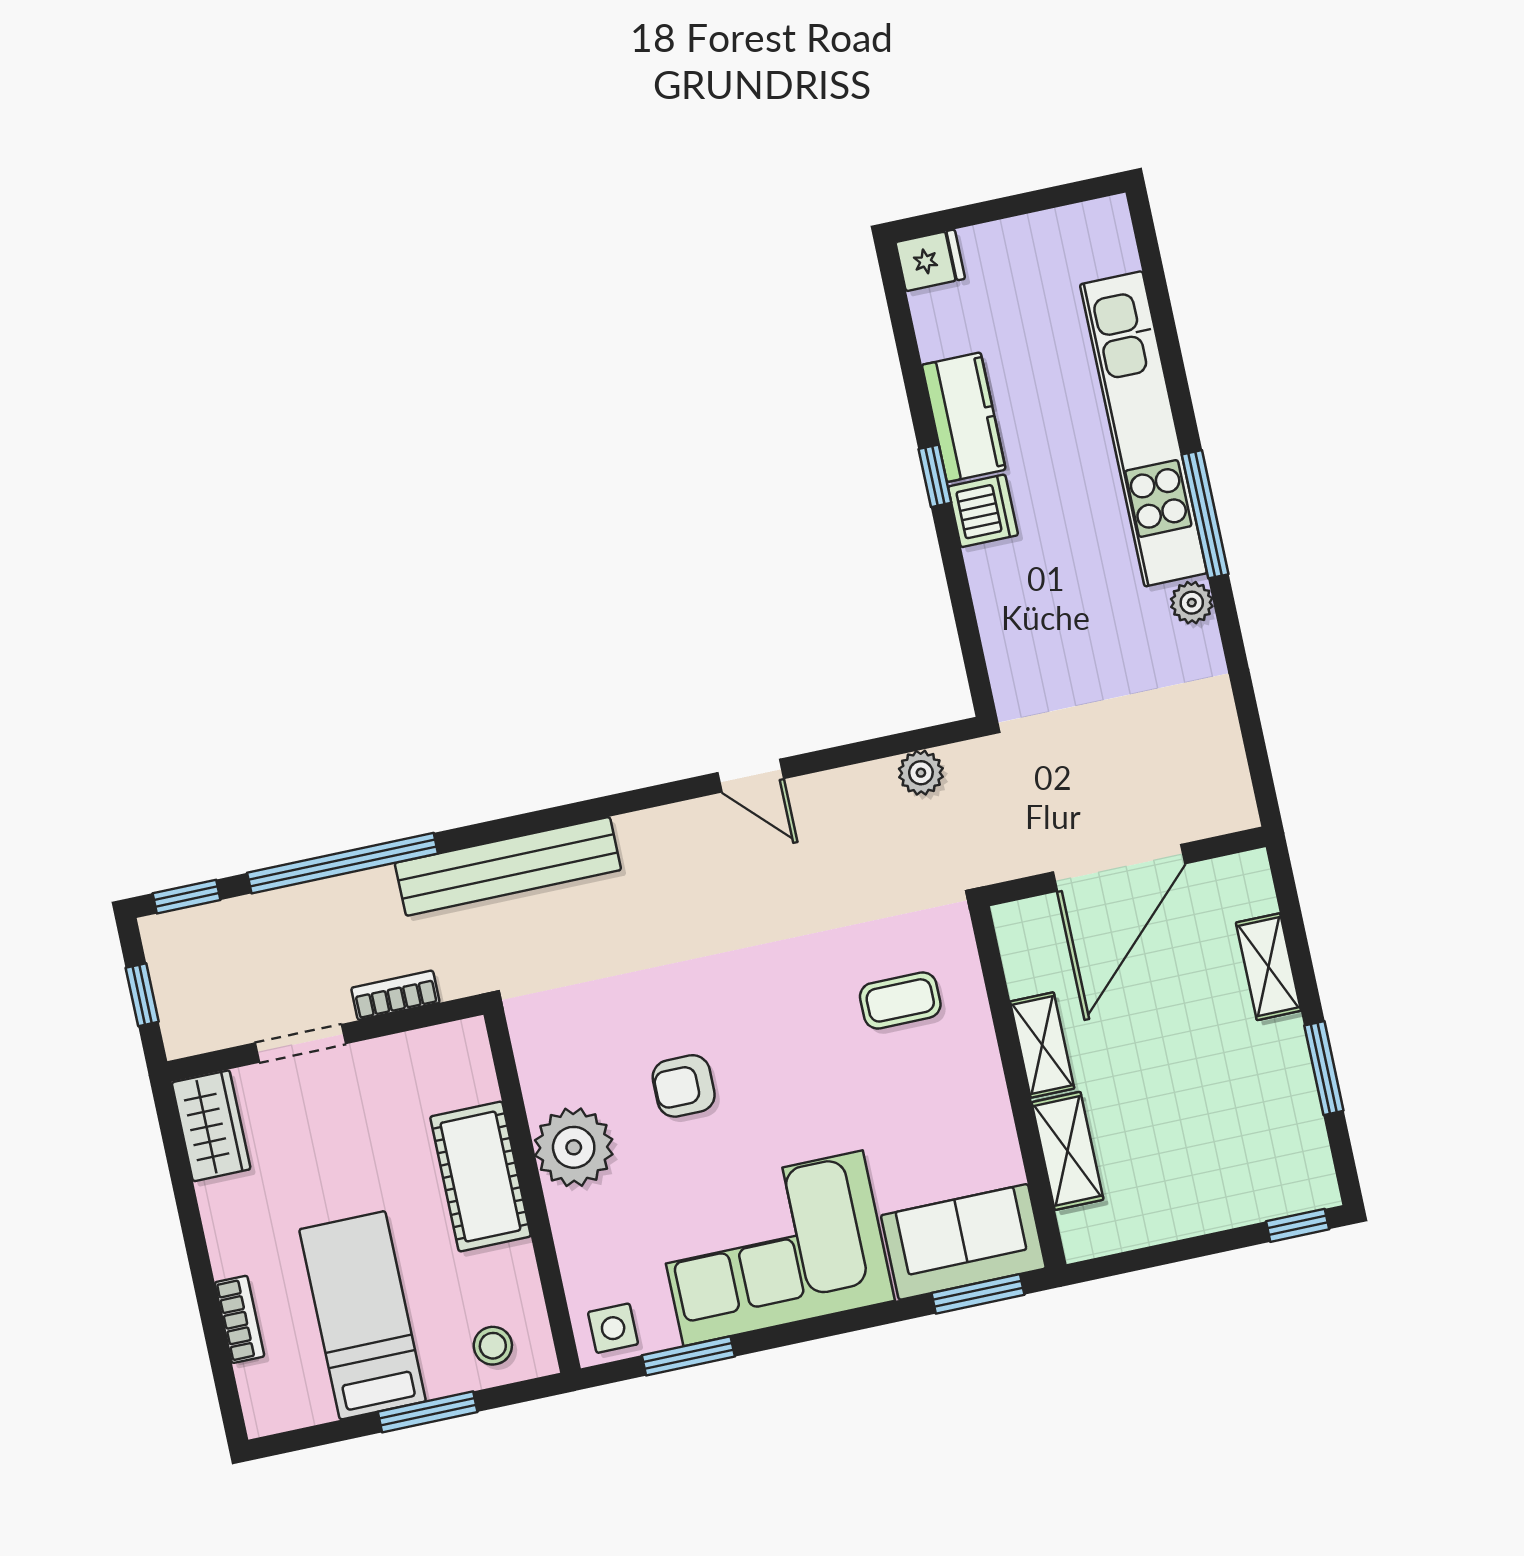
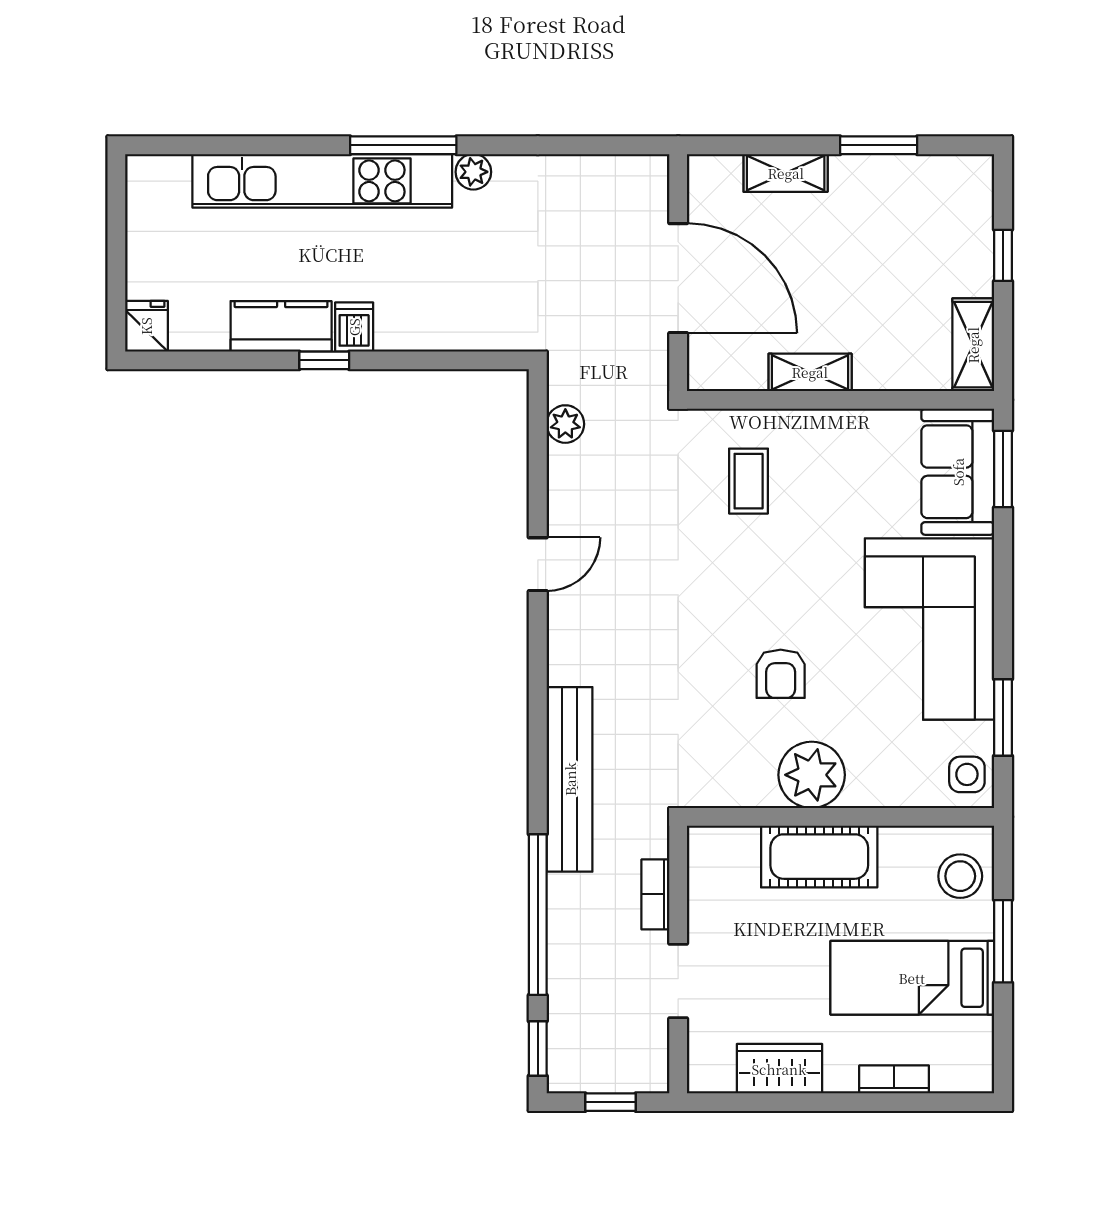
dishwasher: (983, 511) -> (354, 327), width x0.73
wardrobe: (211, 1126) -> (779, 1069), moved
shelving: (1068, 1151) -> (973, 345), moved, turned 90
window: (1298, 1225) -> (1003, 255), moved
stool: (493, 1346) -> (960, 876), width x1.37, depth x1.37

